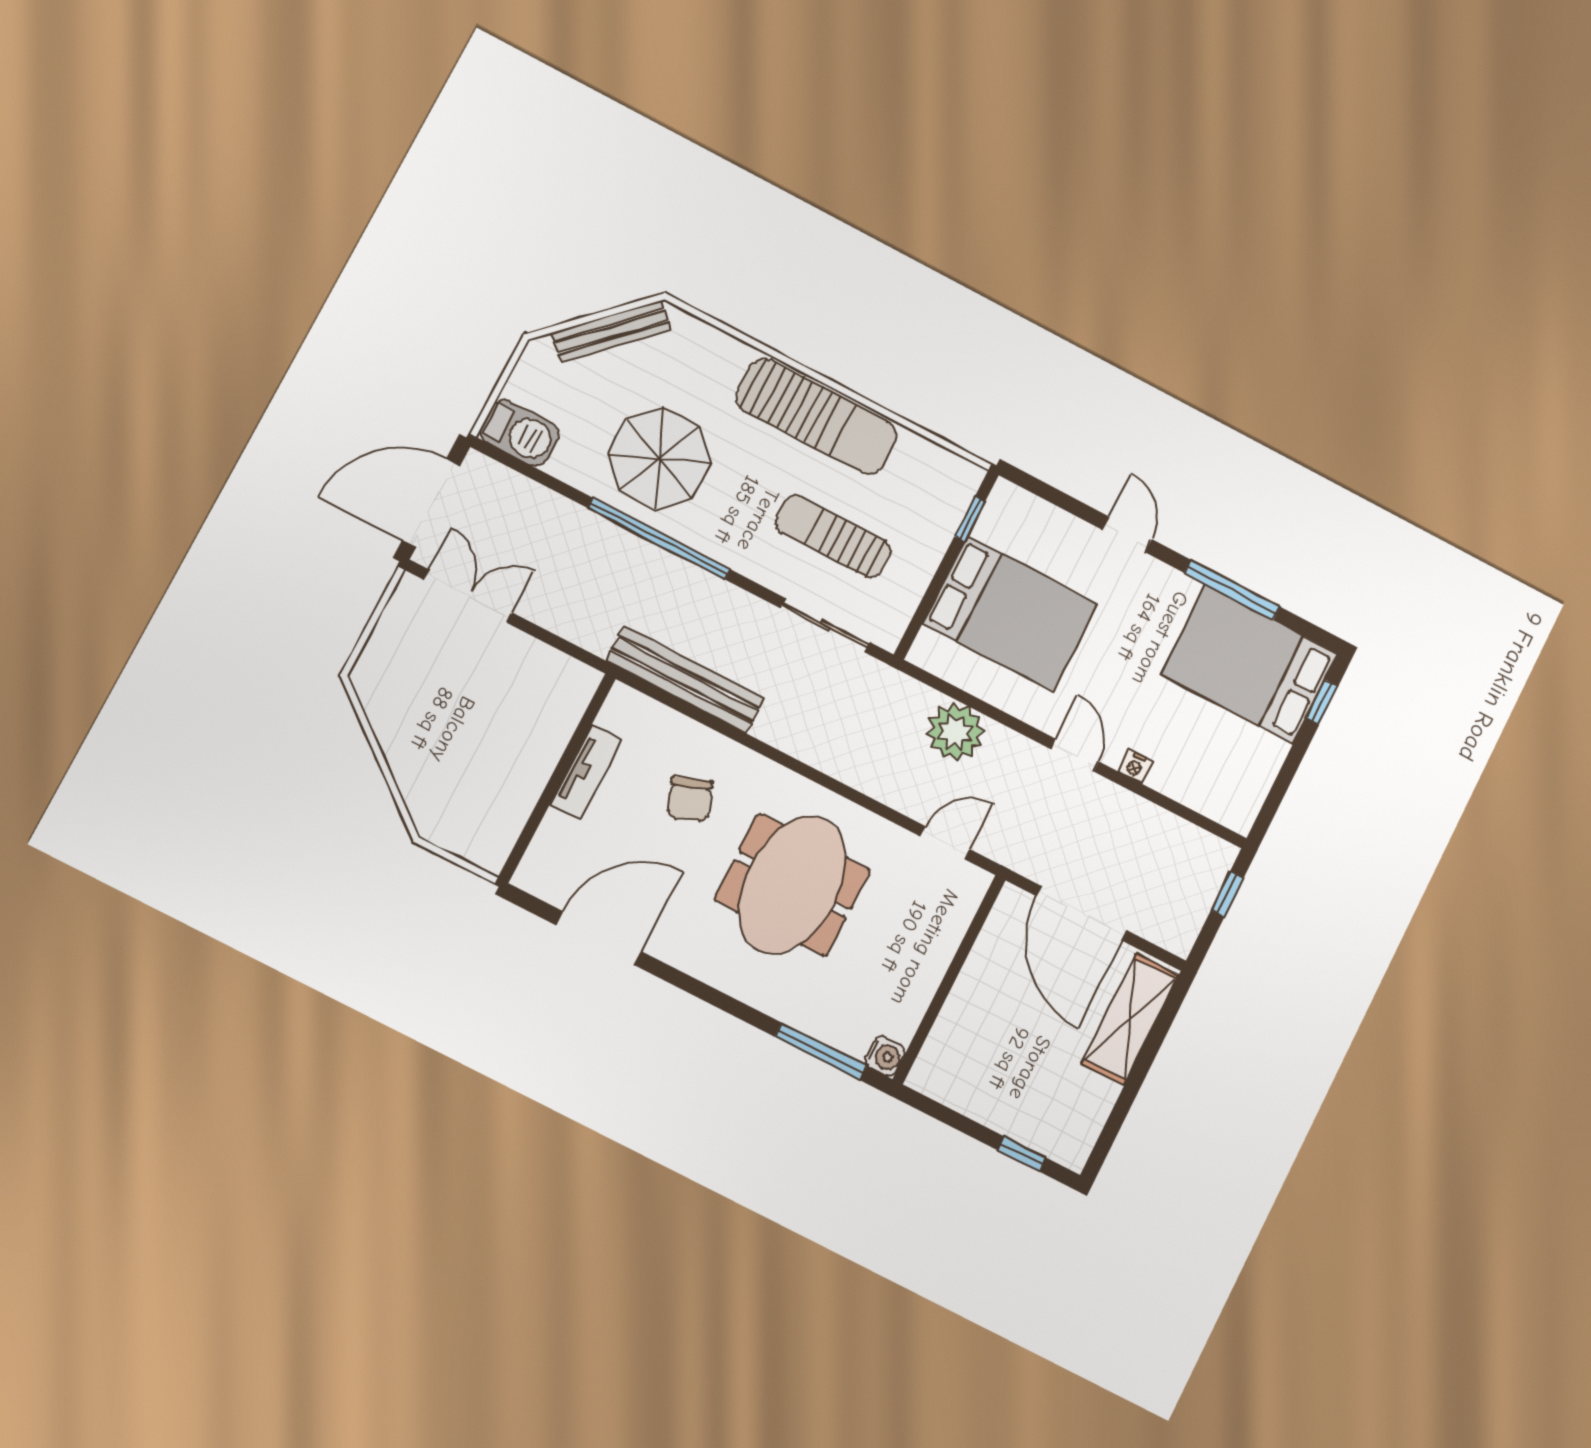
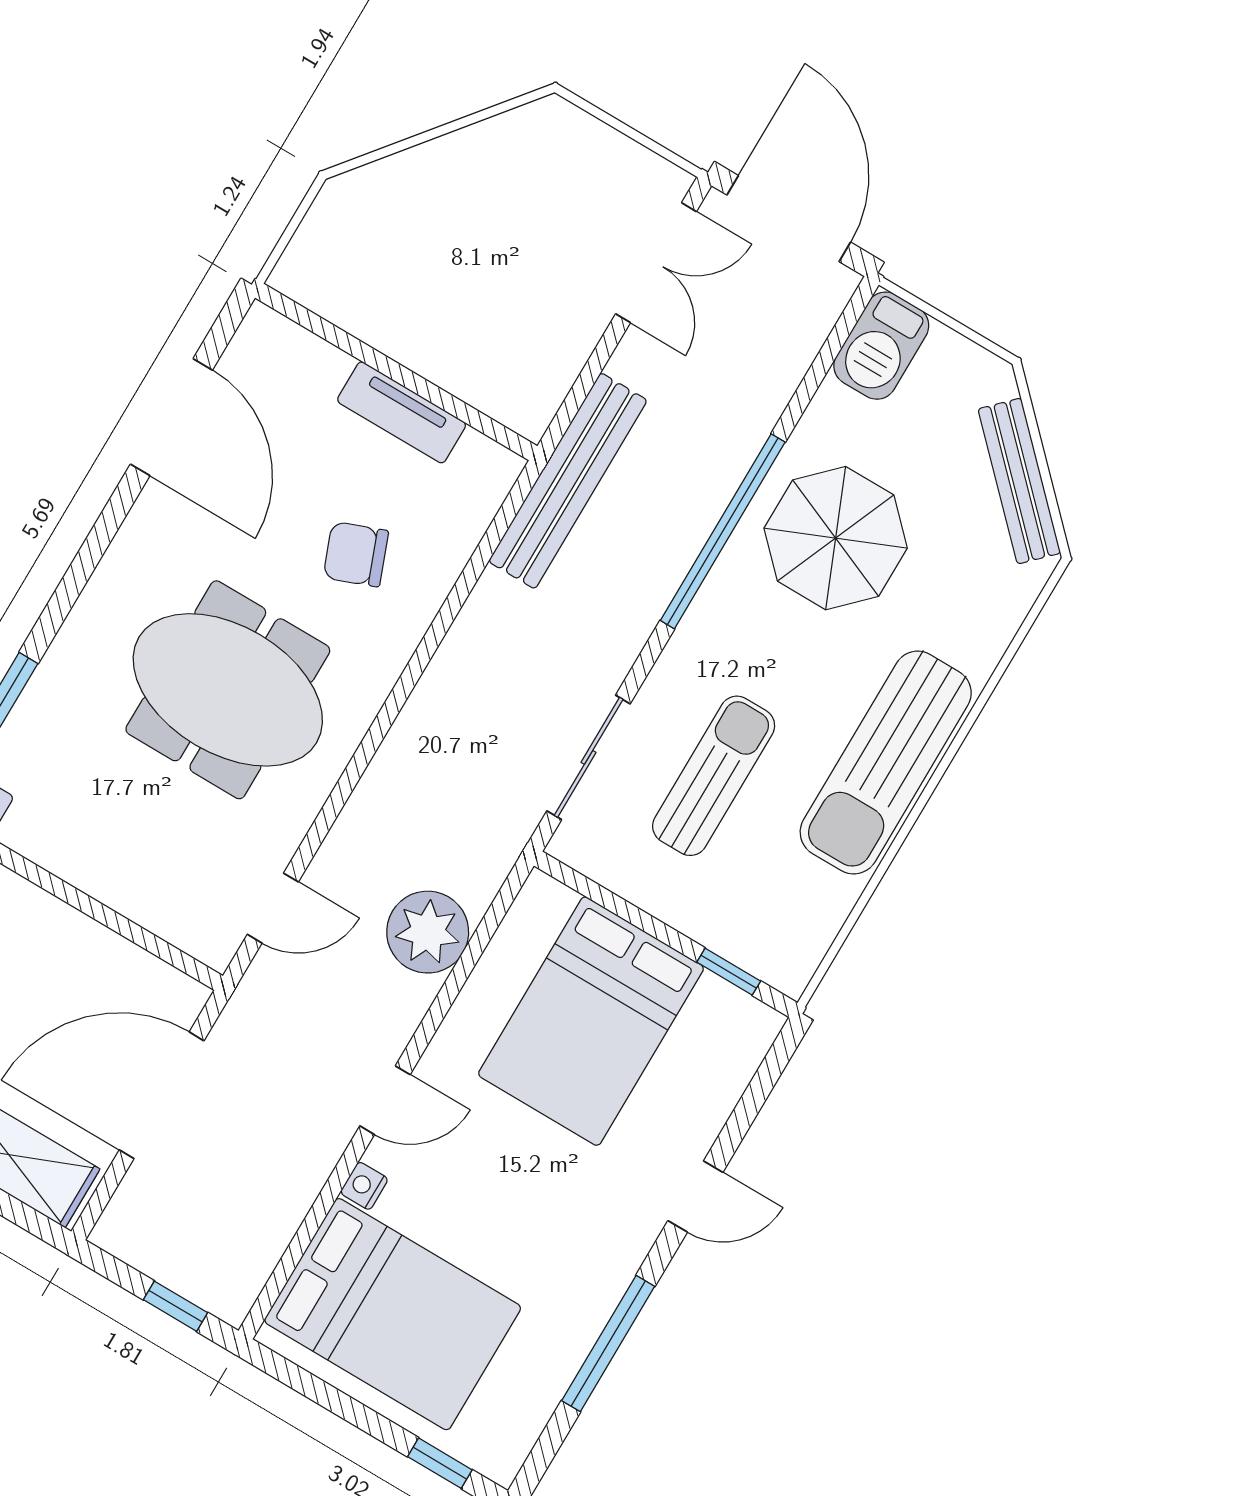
bed: (1249, 664) -> (393, 1314), moved, turned 90
bench: (685, 680) -> (568, 481), moved
door: (945, 843) -> (273, 908), hinge flipped

